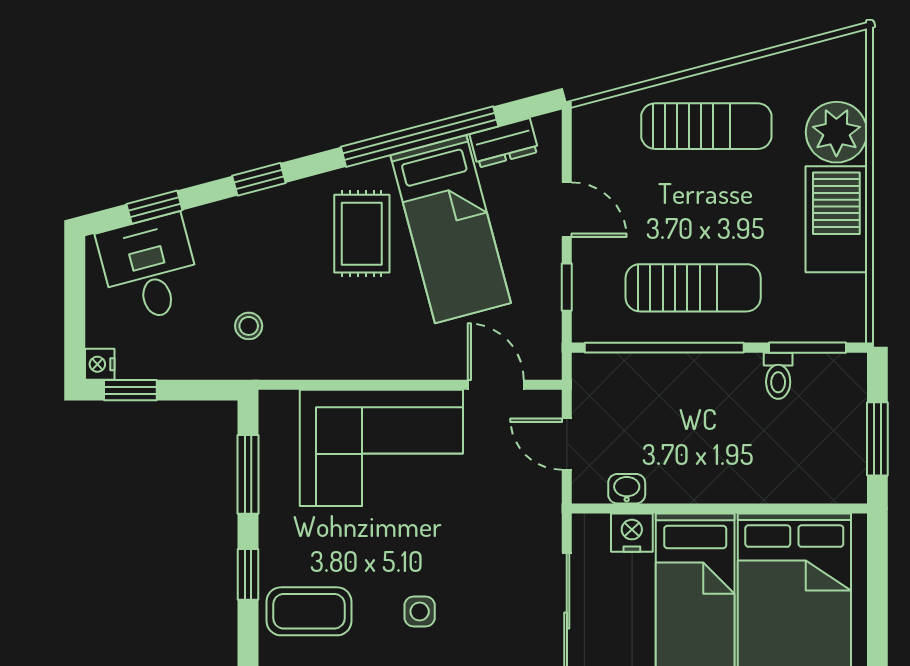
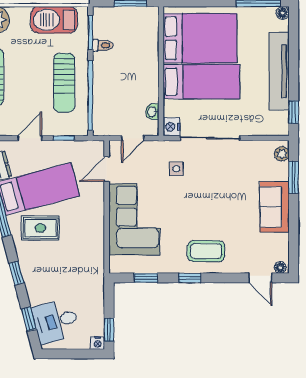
barbecue: (836, 219) -> (54, 20), moved
sun lounger: (693, 288) -> (64, 83), turned 180
stool: (249, 326) -> (81, 278), removed
window: (248, 474) -> (146, 278), width x0.67
nightstand: (632, 533) -> (172, 127), moved
coffee table: (309, 611) -> (206, 251), turned 90
side table: (420, 612) -> (176, 169), moved

